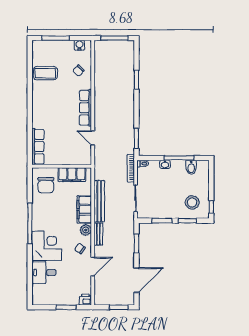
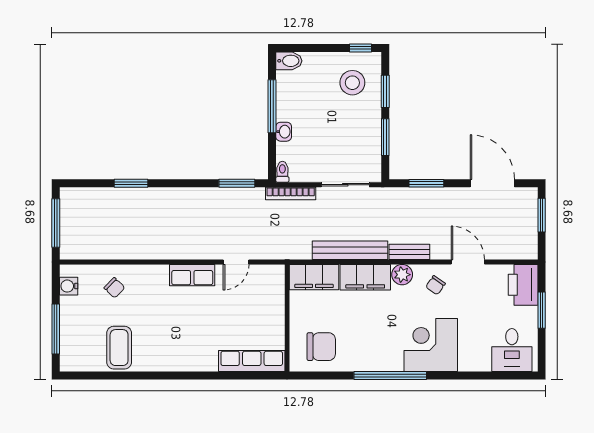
row of seats: (86, 108) -> (192, 275), width x0.68
bidet: (191, 167) -> (289, 61), moved
filing cabinet: (72, 175) -> (314, 277), moved, turned 90
desk: (44, 273) -> (512, 350), moved
printer: (85, 300) -> (523, 285), width x1.87, depth x1.48

